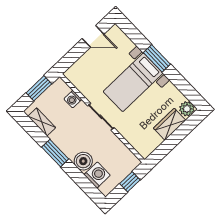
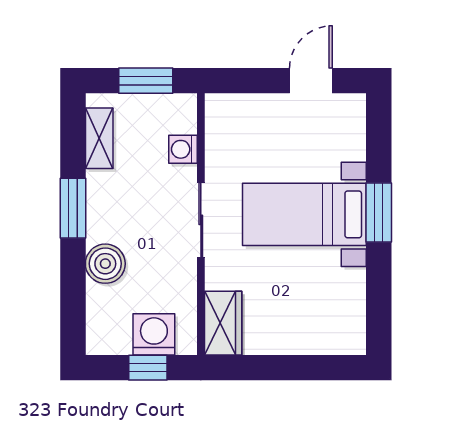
door: (93, 36) -> (311, 81), swing flipped
plant: (187, 109) -> (350, 338), removed
wardrobe: (170, 124) -> (223, 323), moved, turned 90
washing machine: (97, 175) -> (154, 334), moved, turned -90

